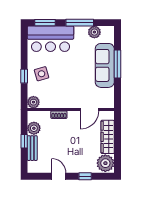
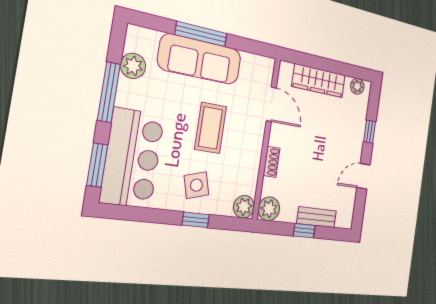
coffee table: (71, 77) -> (211, 128), added
plant: (34, 128) -> (269, 209), moved
plant: (105, 163) -> (357, 86), width x0.53, depth x0.53

